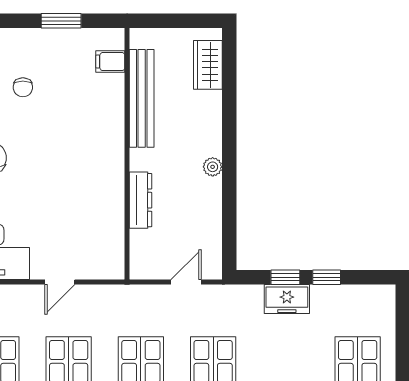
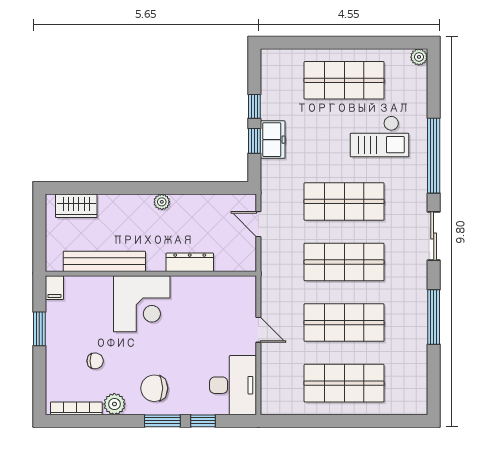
filing cabinet: (110, 62) -> (54, 288), moved
corner desk: (91, 143) -> (142, 304), added

